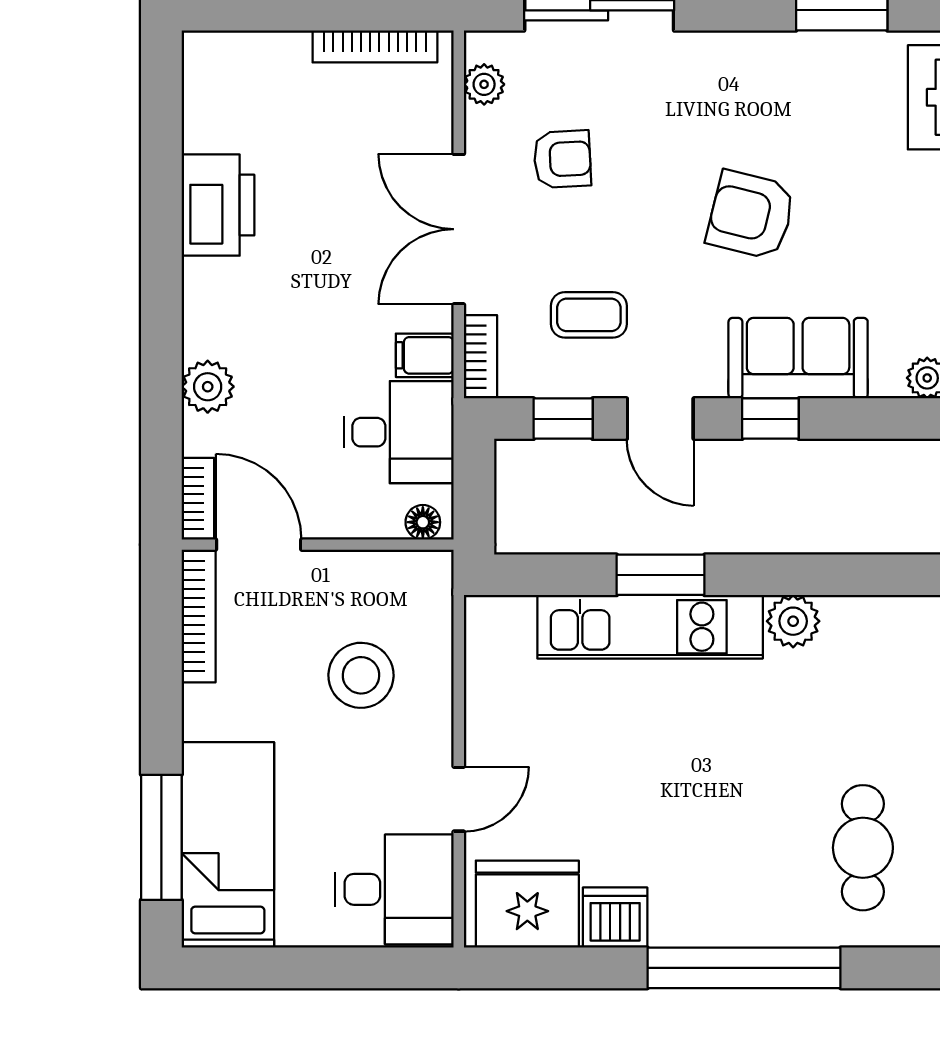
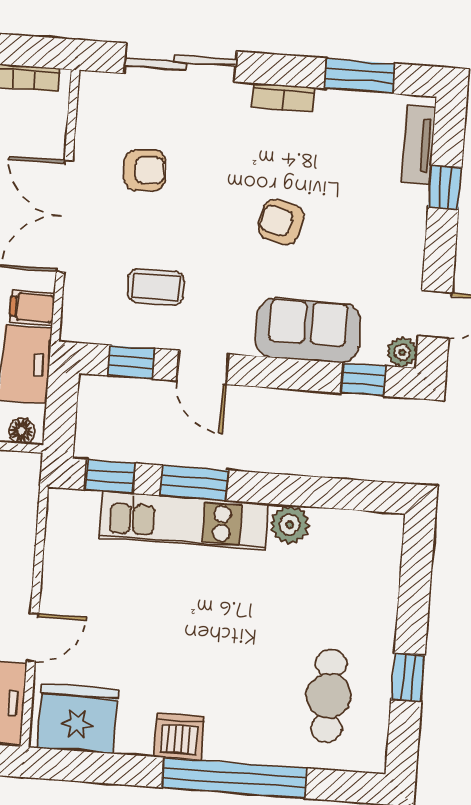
plant: (484, 84) -> (91, 111), removed
armchair: (751, 215) -> (281, 222), width x0.72, depth x0.72
bookcase: (480, 357) -> (283, 98), moved, turned 90
window: (770, 419) -> (364, 379), moved
window: (546, 575) -> (110, 477), added
dishwasher: (615, 918) -> (179, 736), moved

